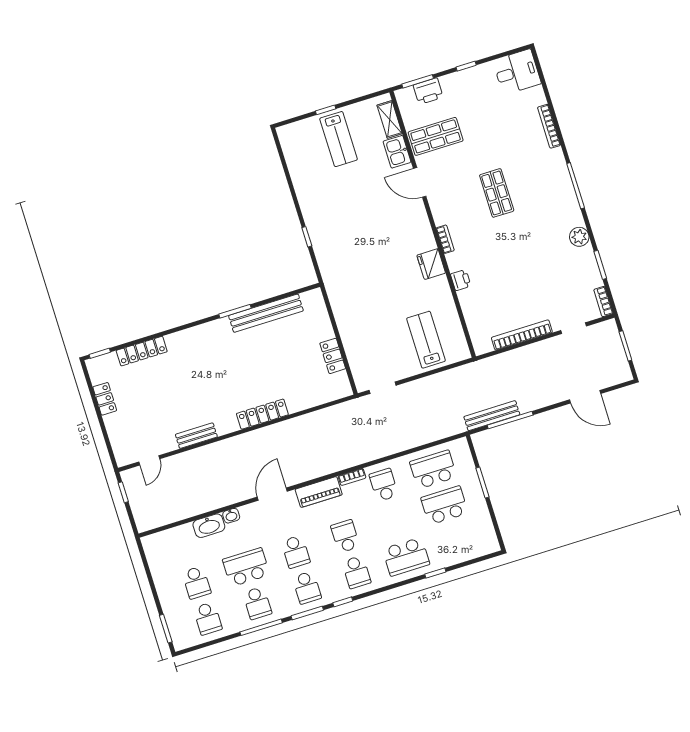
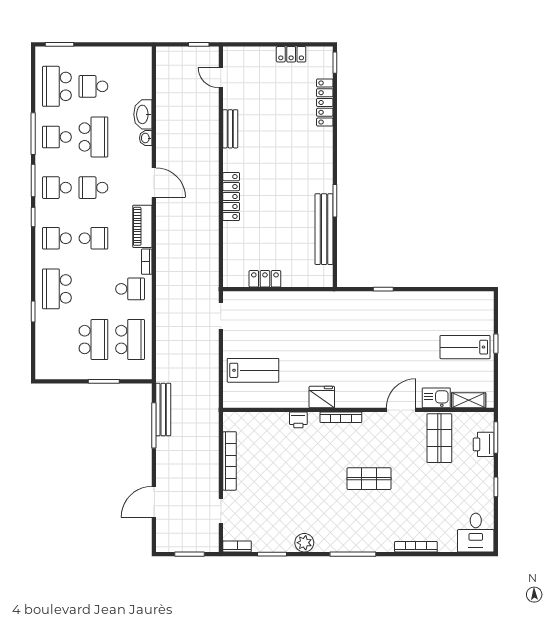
bookcase: (445, 239) -> (341, 417), width x1.56
school desk: (208, 618) -> (57, 86), width x1.85

